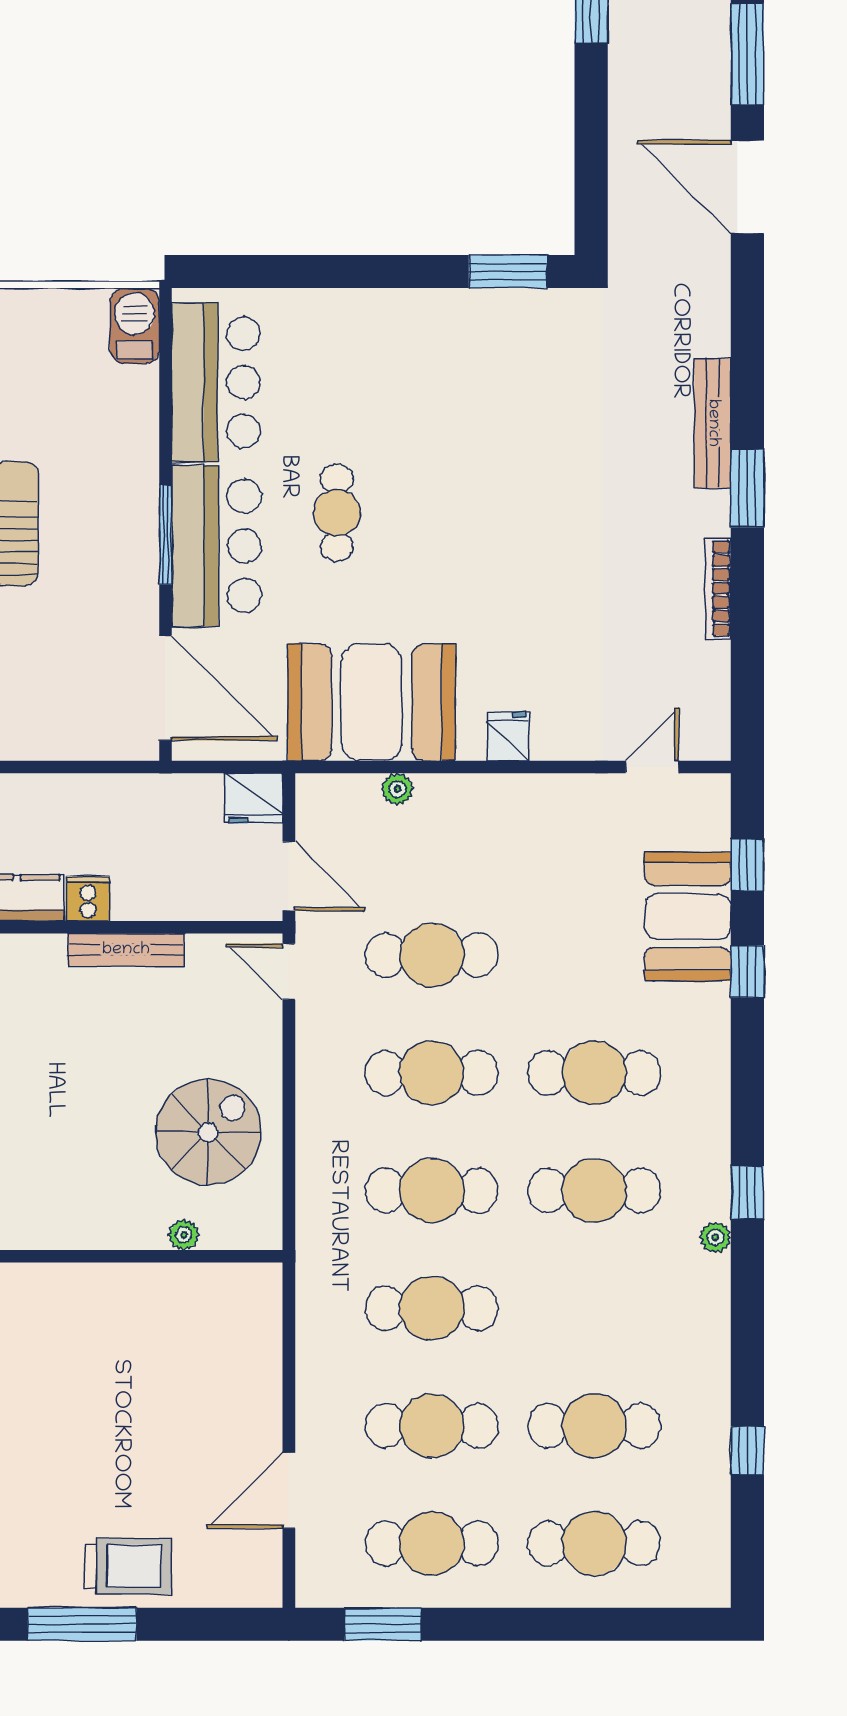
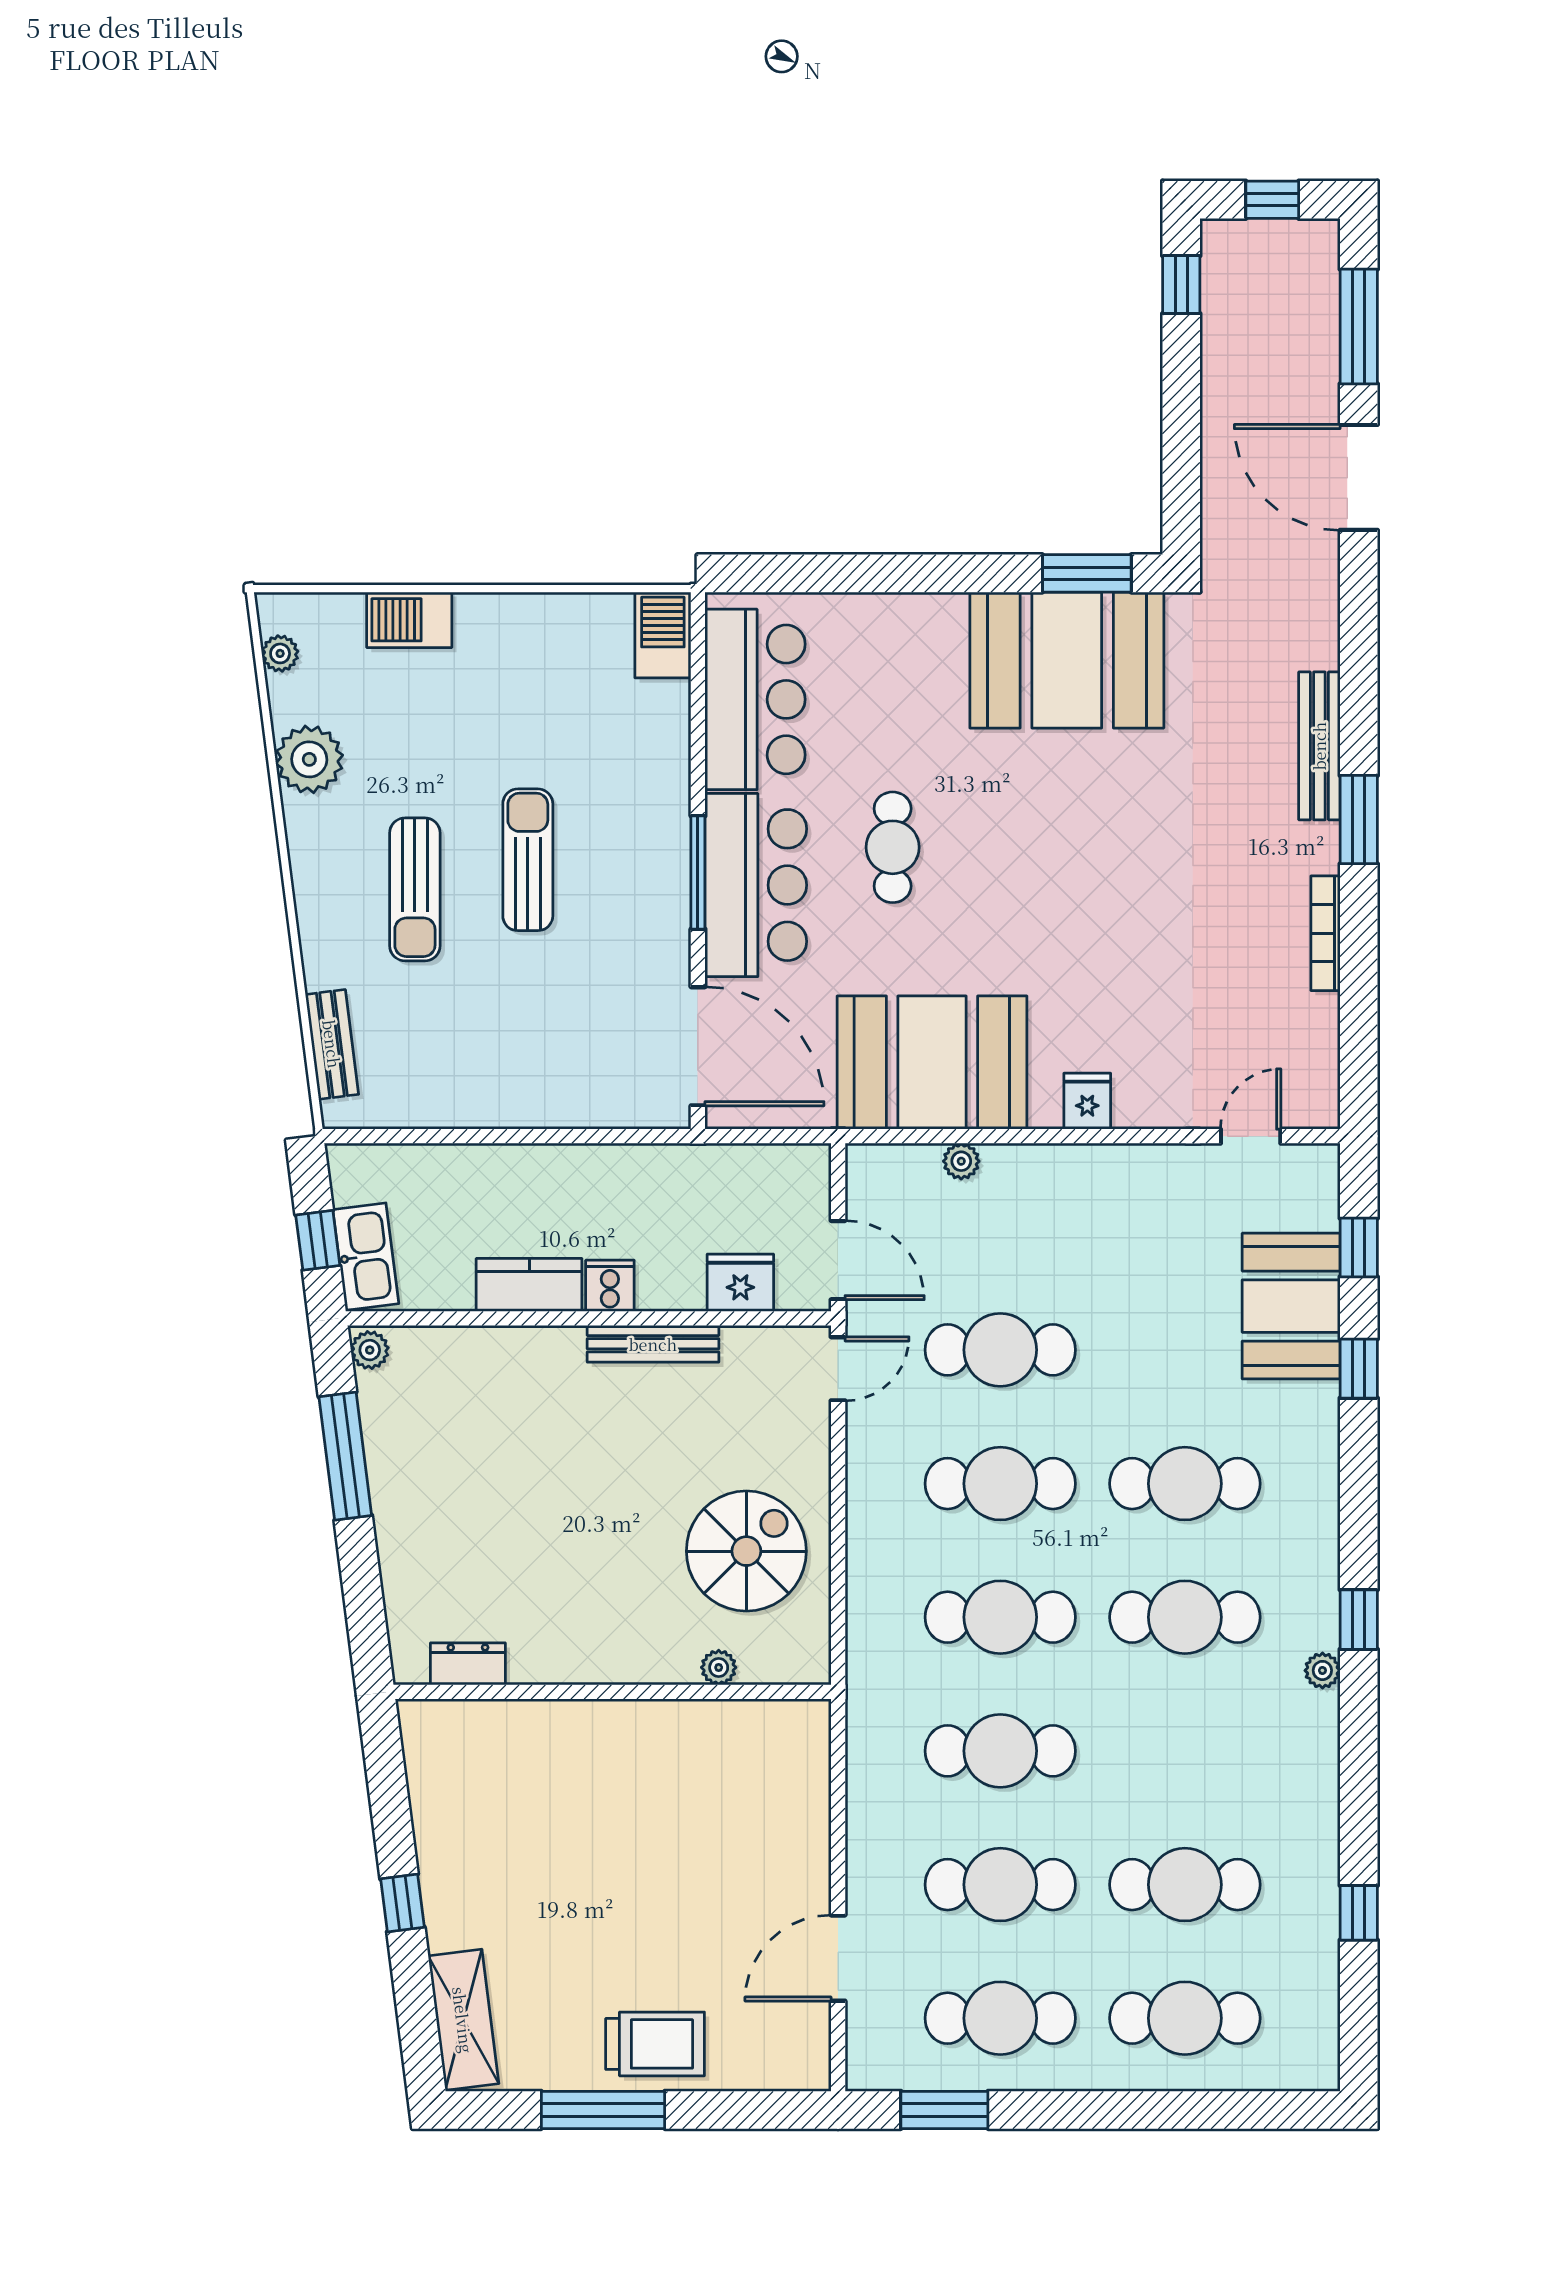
booth: (490, 348) -> (1067, 660), added
fridge: (253, 798) -> (740, 1283), moved, turned 180
door: (289, 972) -> (838, 1369), swing flipped

